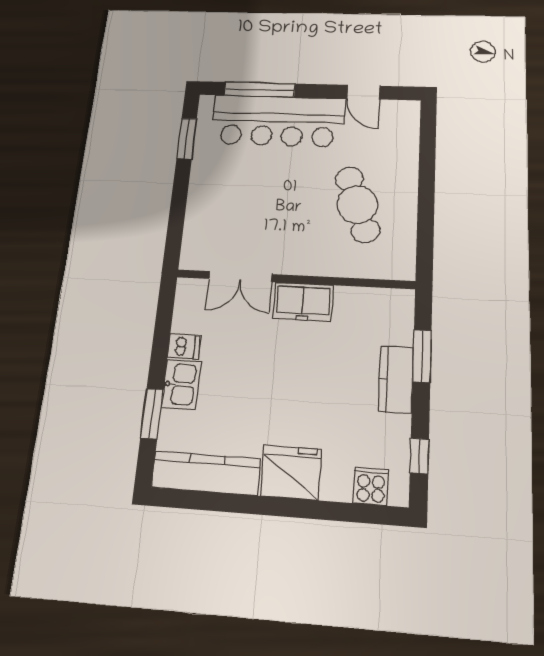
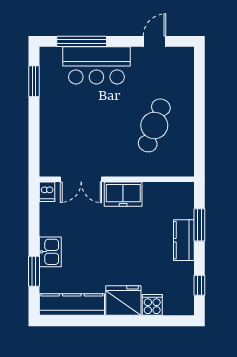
door: (364, 92) -> (155, 41), swing flipped
bar counter: (278, 121) -> (96, 65), width x0.73
cafe table: (357, 205) -> (154, 125), turned 39
dishwasher: (184, 347) -> (47, 192), moved, turned 90
cooker: (371, 486) -> (152, 305), moved

